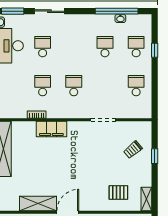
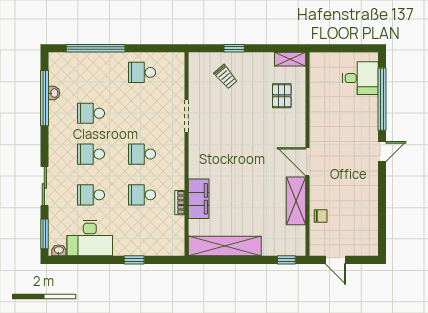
school desk: (136, 47) -> (91, 154), moved
window: (155, 50) -> (96, 48), width x3.17
filing cabinet: (51, 129) -> (199, 199), moved

